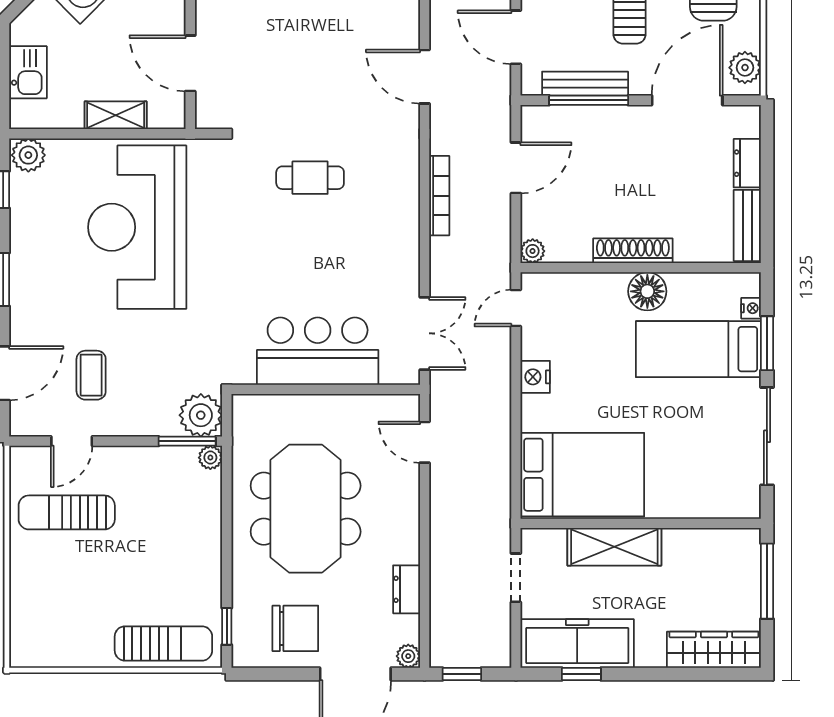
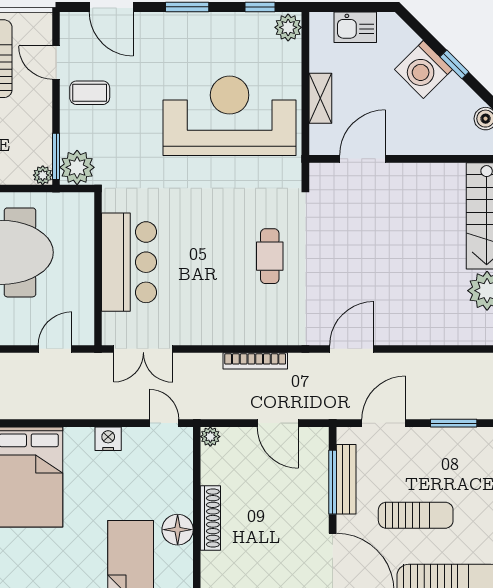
coffee table: (91, 375) -> (90, 93), moved

